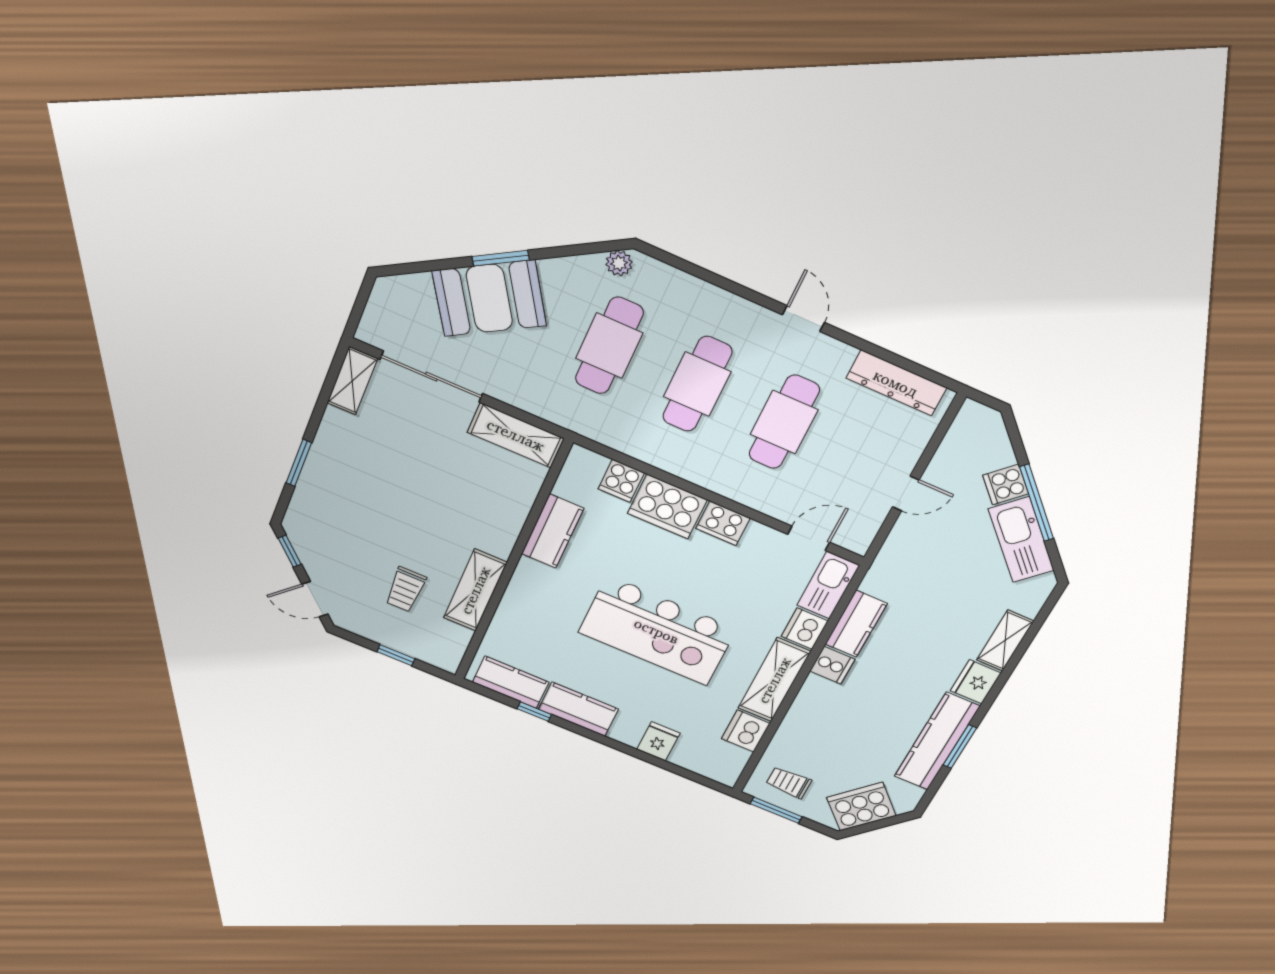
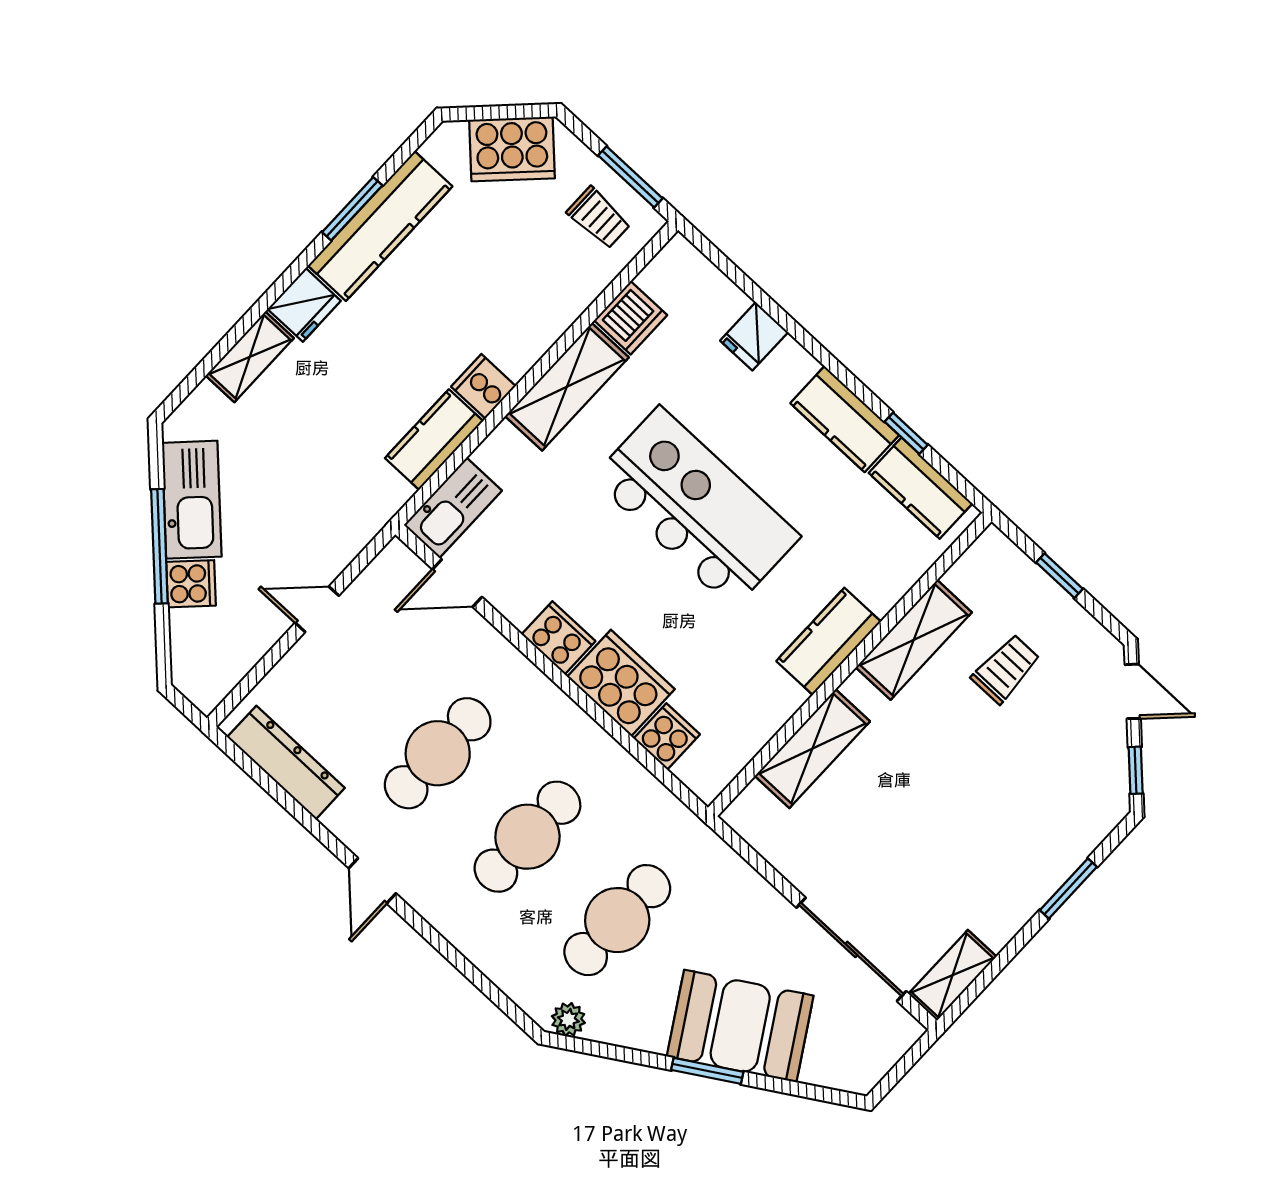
shelving: (516, 435) -> (812, 749), moved, turned 90
kitchen counter: (553, 531) -> (829, 641), moved
dishwasher: (805, 629) -> (503, 453), removed

